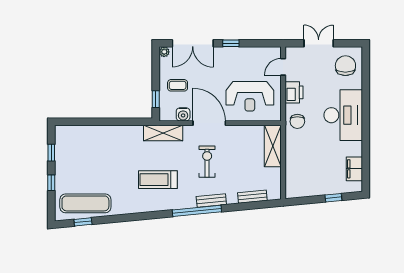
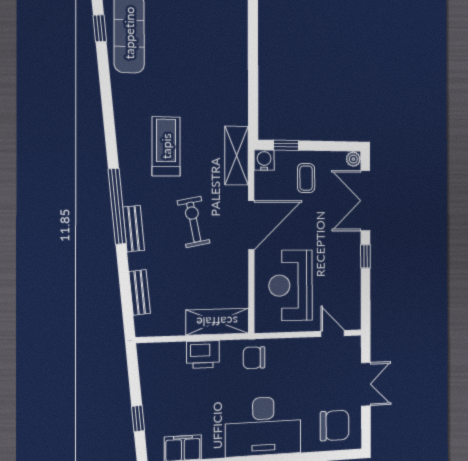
printer: (294, 92) -> (203, 355), moved
water cooler: (183, 114) -> (264, 160), moved, turned 90
exercise bike: (207, 162) -> (194, 222), turned -101

